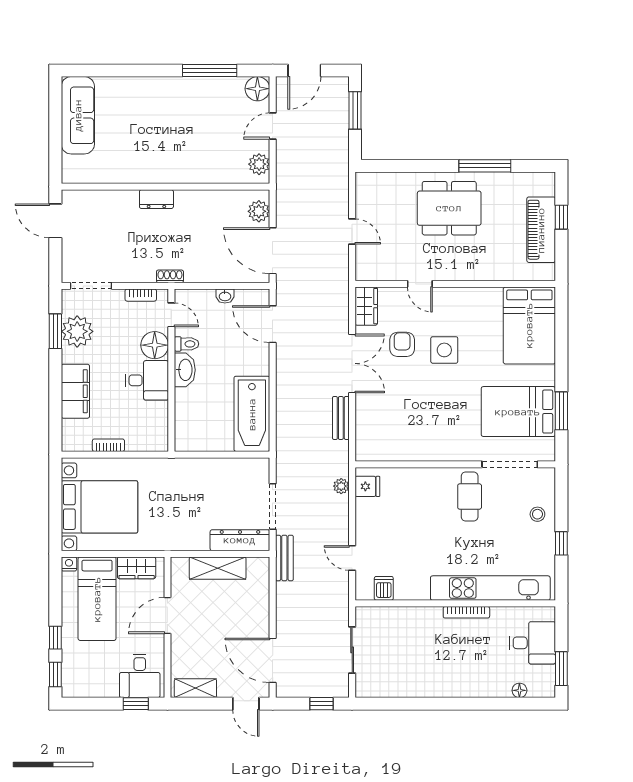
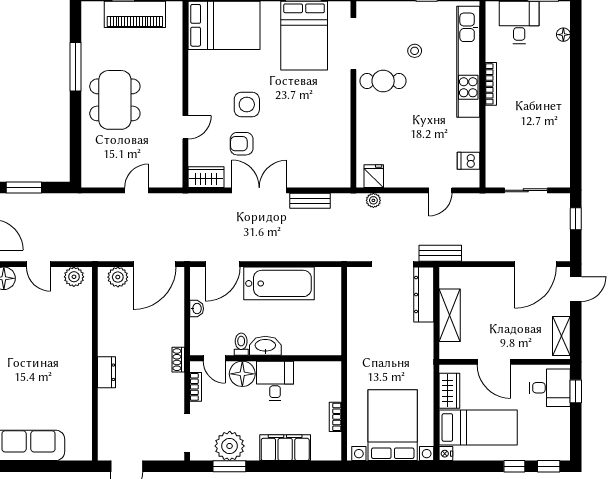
door: (171, 315) -> (214, 358), swing flipped
bathtub: (252, 414) -> (279, 283), moved
stool: (537, 514) -> (415, 51), moved

